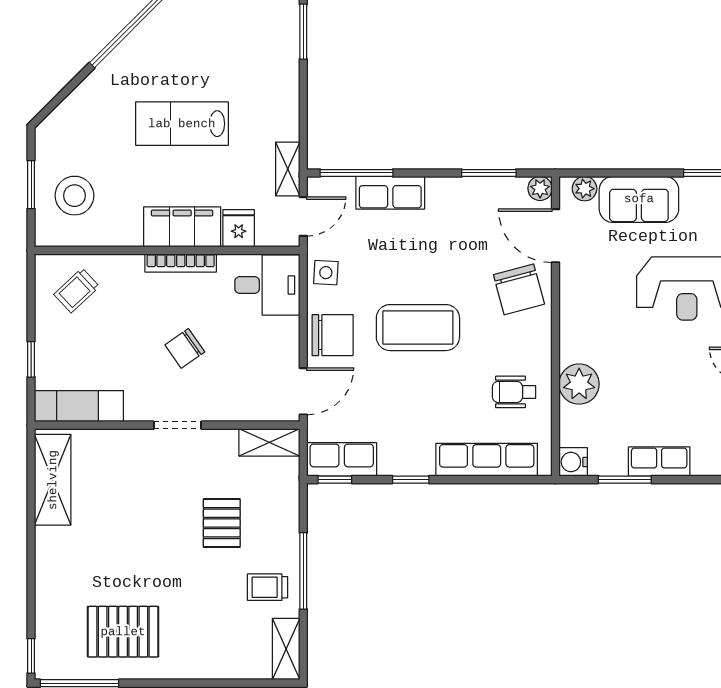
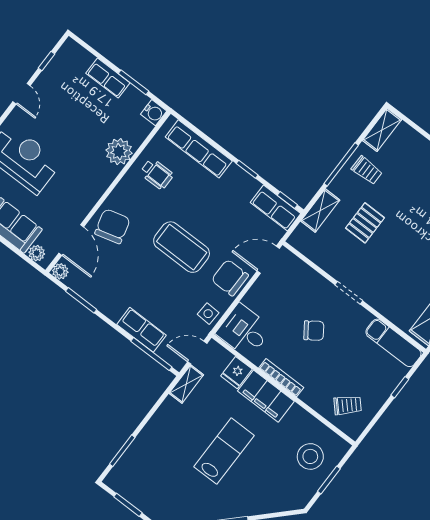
lab bench: (182, 124) -> (224, 451), turned -90
shelving: (269, 442) -> (320, 211), moved, turned 90

